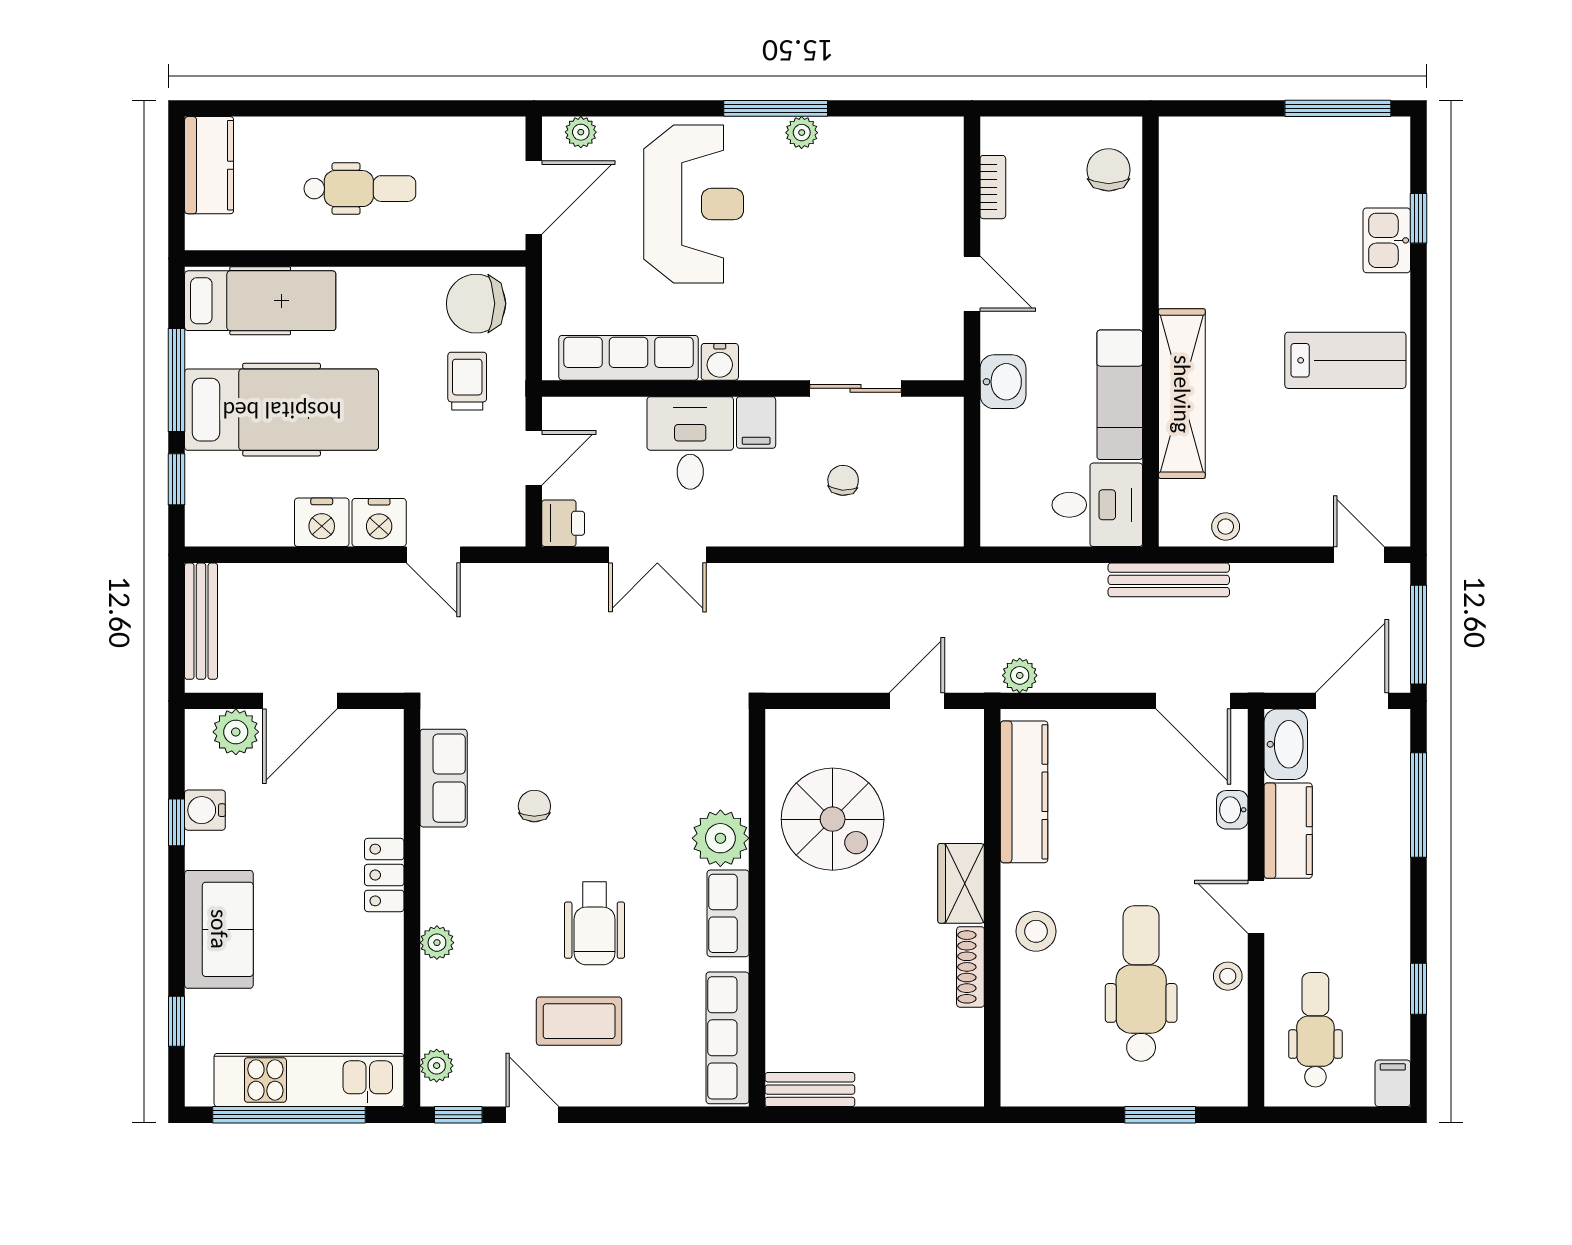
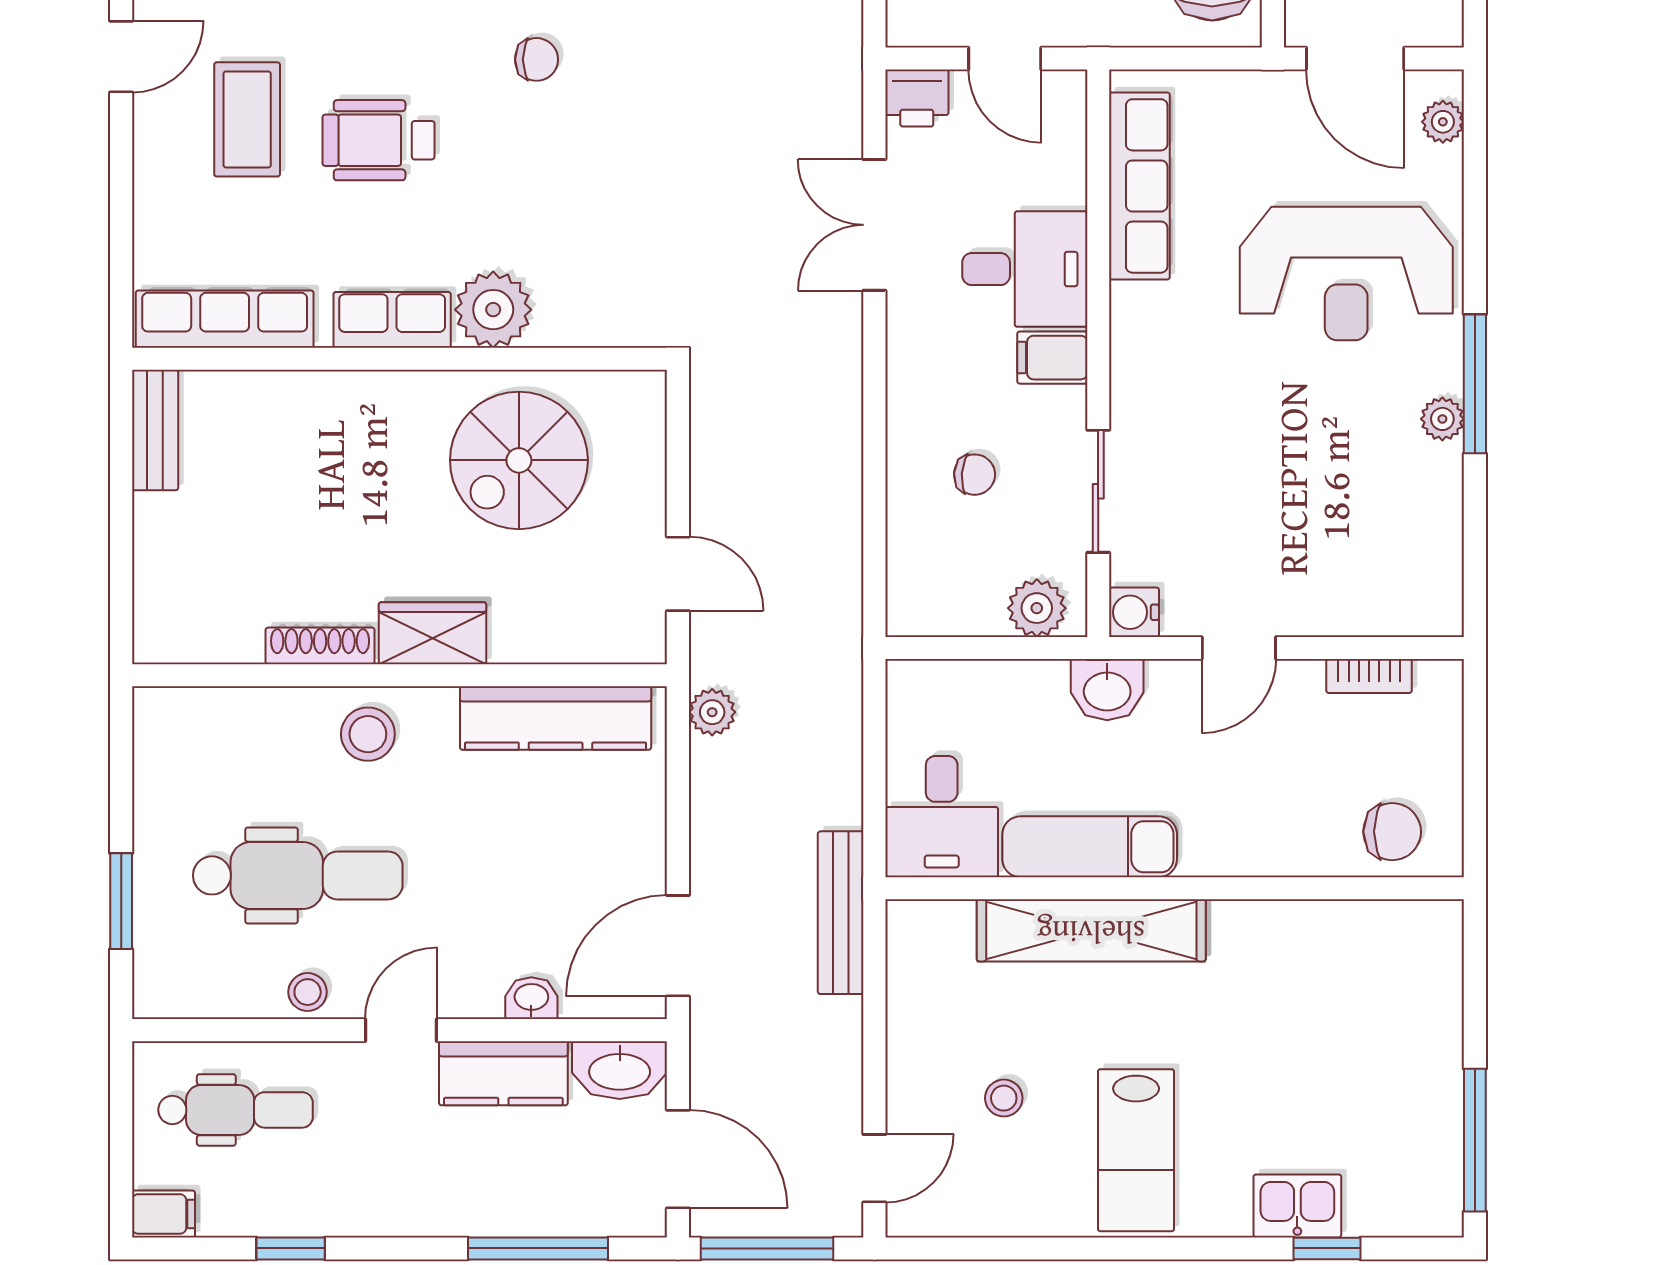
water cooler: (720, 362) -> (1134, 612), moved
plant: (942, 434) -> (1037, 608), added
stool: (1226, 527) -> (1004, 1098), moved

